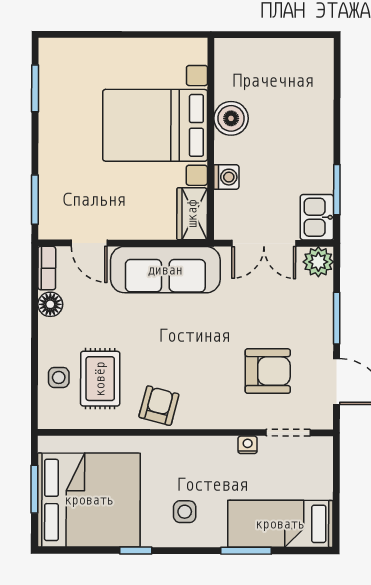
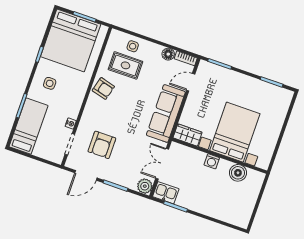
boiler: (231, 118) -> (238, 173), moved
washing machine: (226, 177) -> (212, 161), moved

